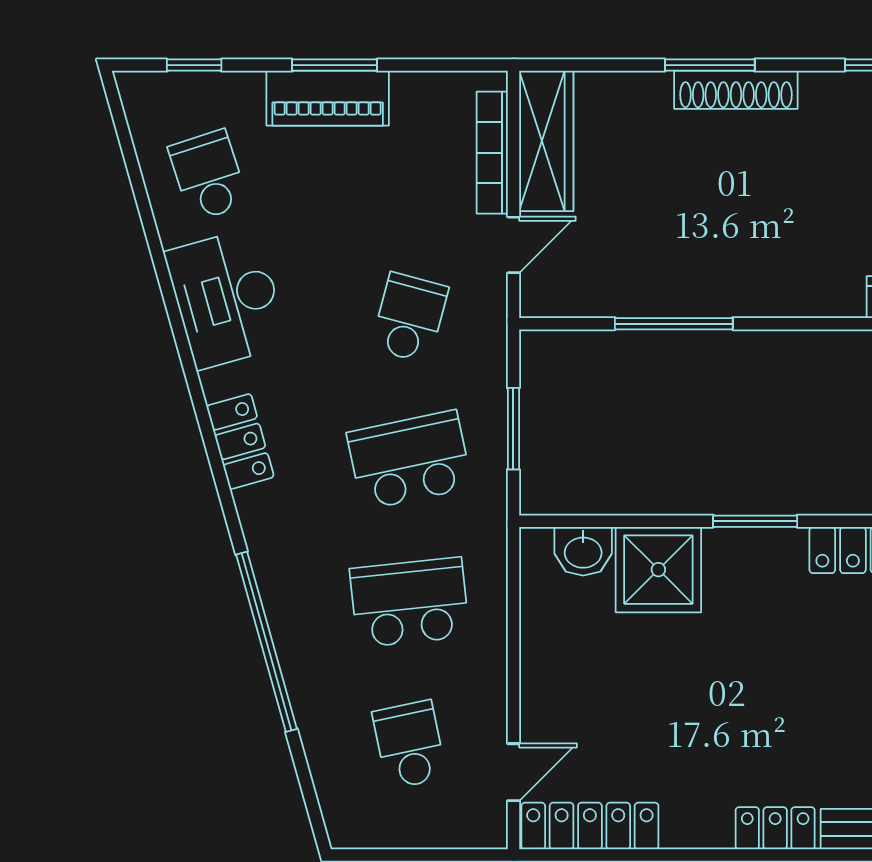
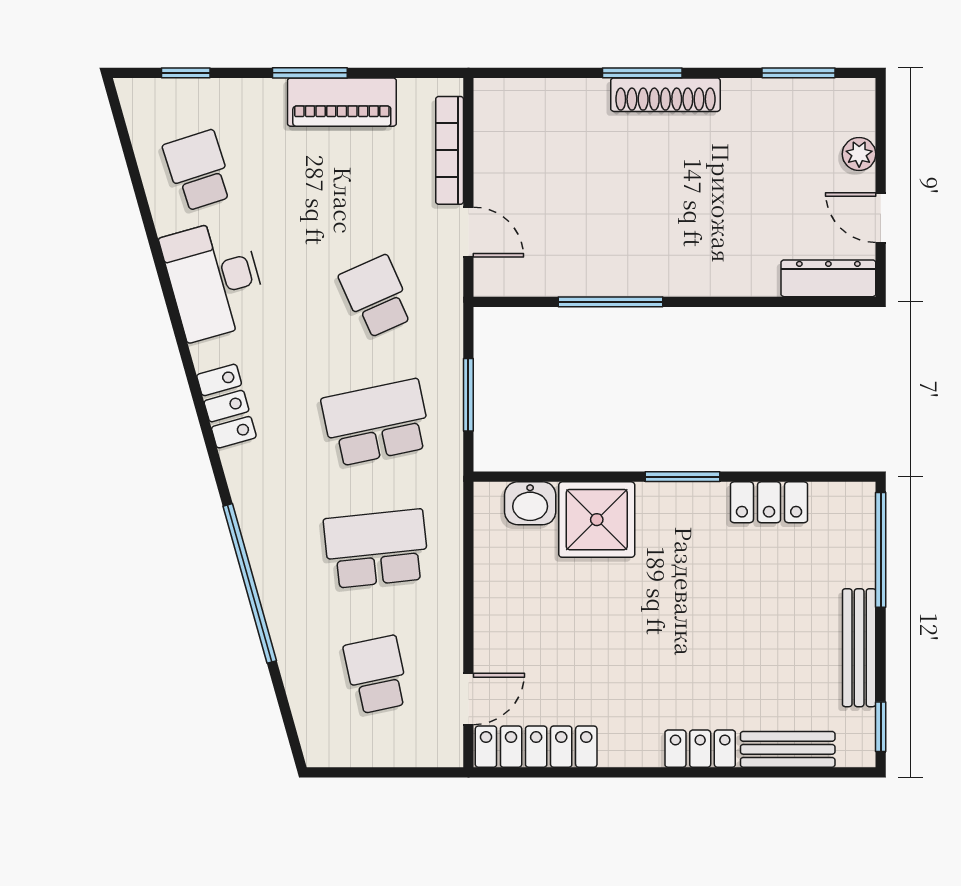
piano: (328, 98) -> (342, 102), moved
wardrobe: (546, 141) -> (497, 140), removed
door: (513, 245) -> (468, 232), hinge flipped
school desk: (409, 318) -> (376, 297), turned -39

